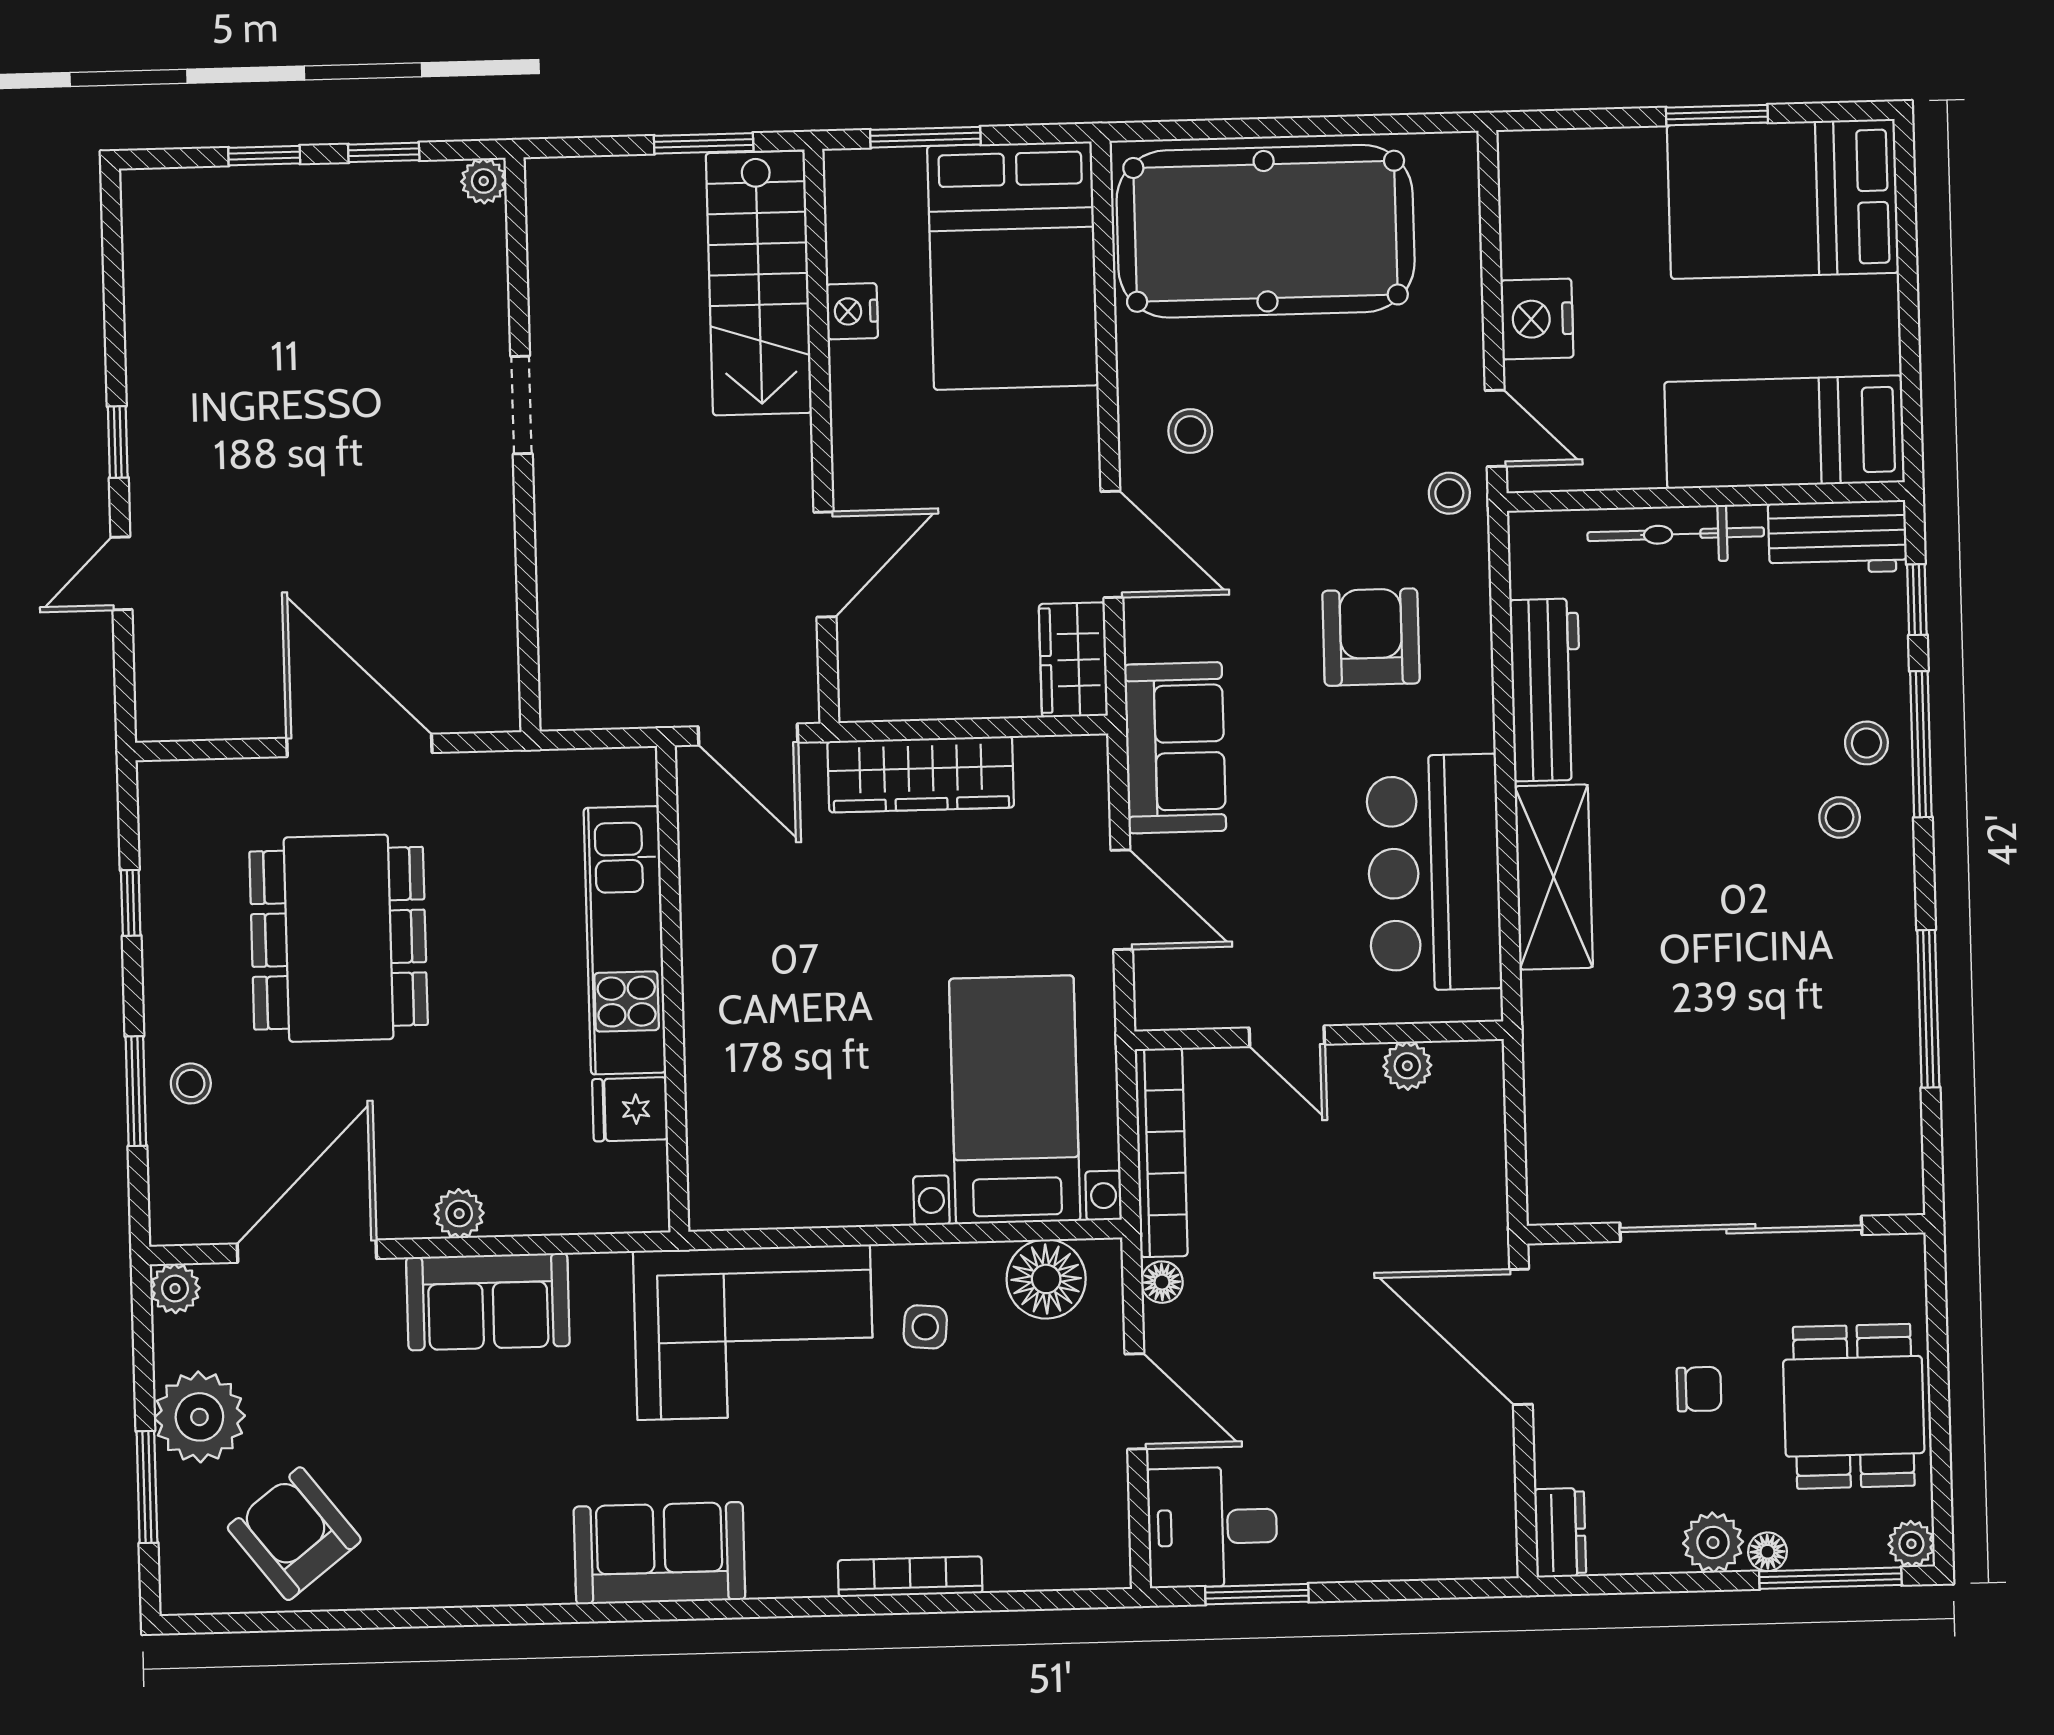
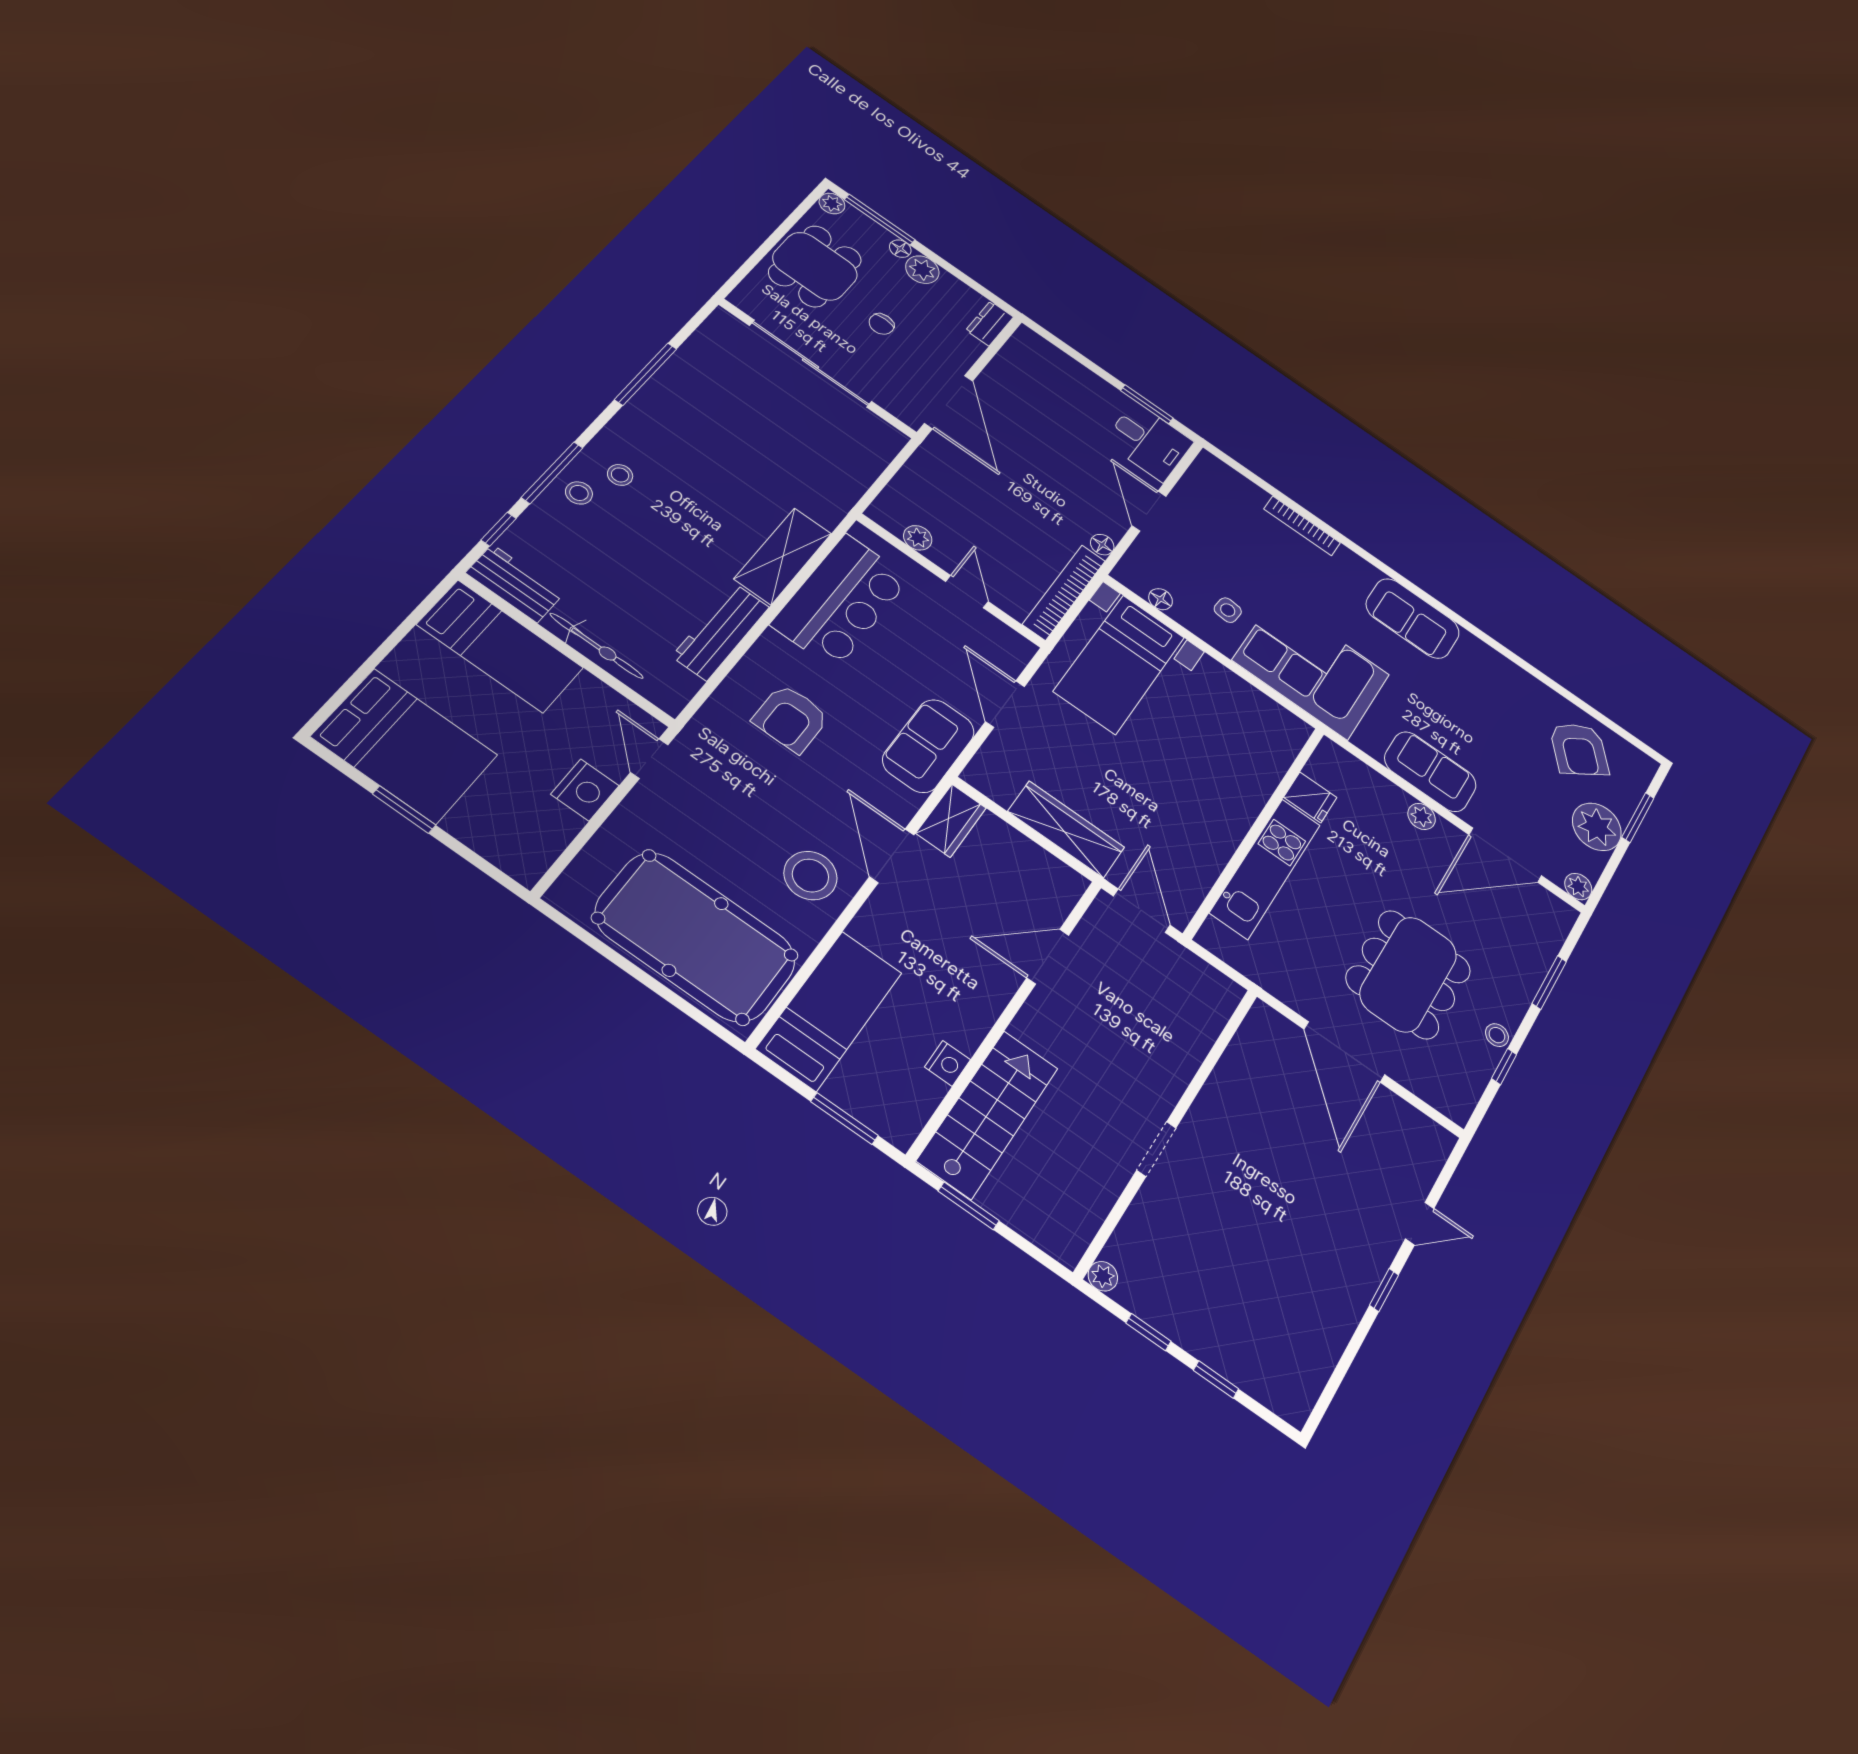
bed: (1013, 266) -> (829, 1011), width x0.67
stool: (1190, 431) -> (810, 876), width x1.89, depth x1.89
stool: (1449, 493) -> (698, 749), removed
stool: (191, 1083) -> (1497, 1035), moved
floor lamp: (1046, 1279) -> (1161, 599), width x0.53, depth x0.53
chair: (1699, 1389) -> (882, 324), turned -90

